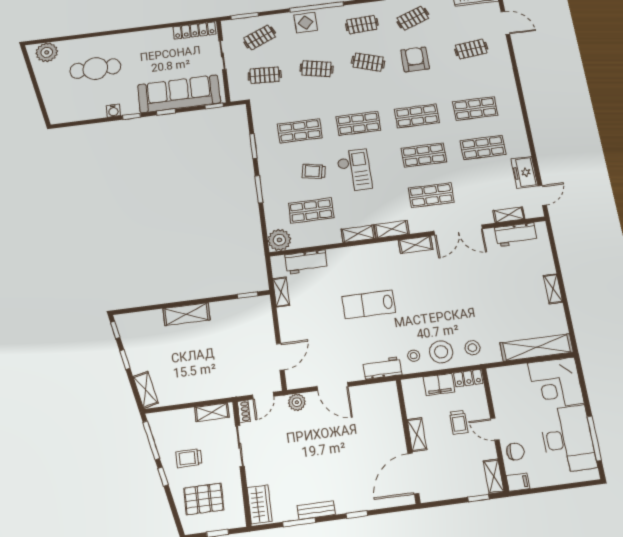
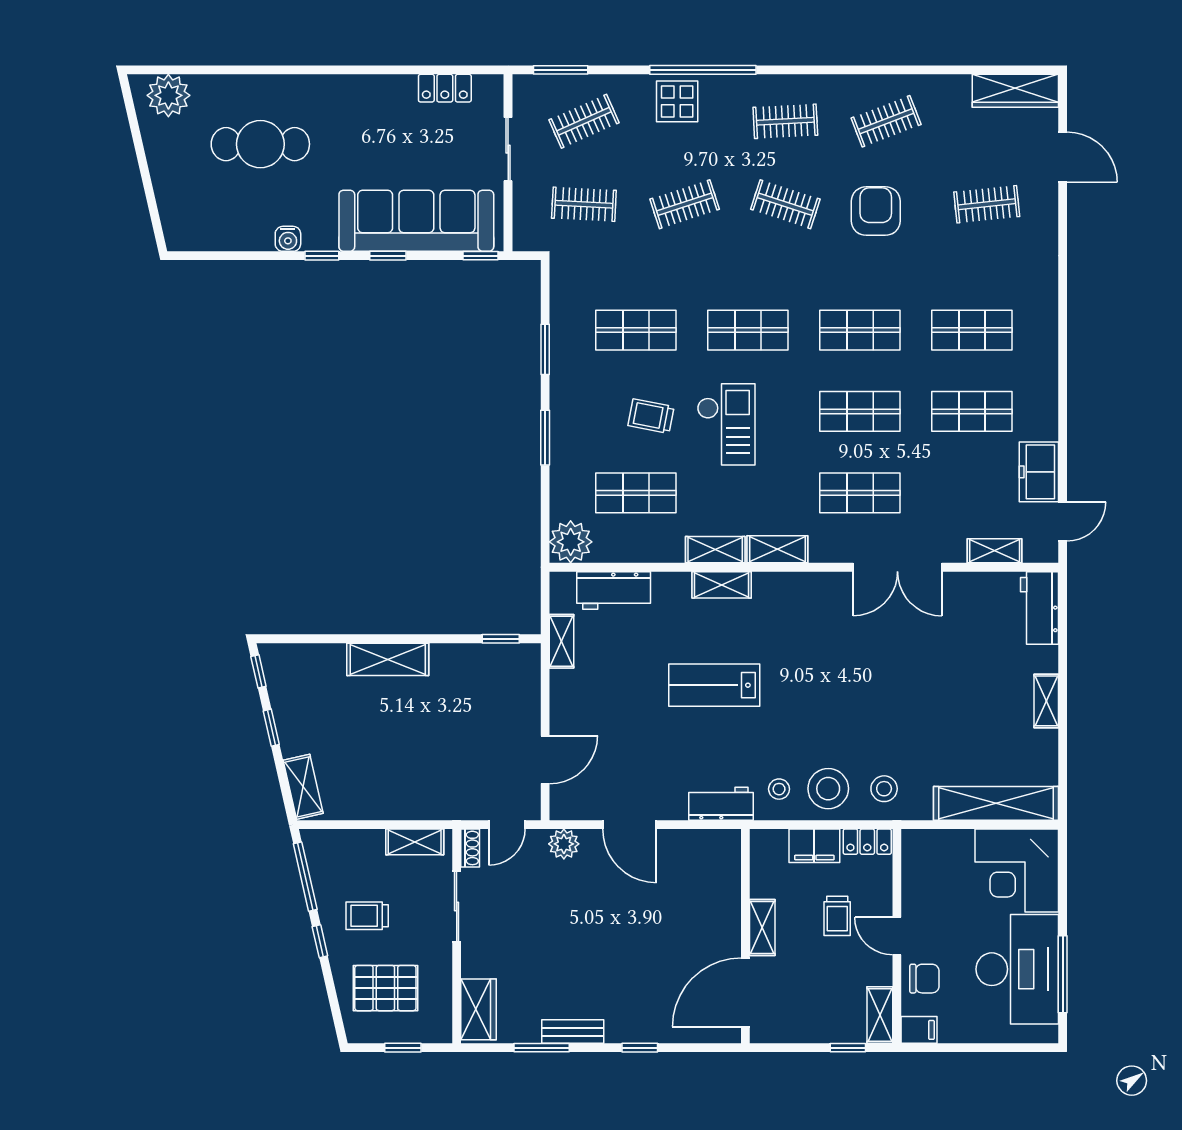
locker: (195, 30) -> (445, 88), width x0.66
clothes rail: (316, 69) -> (685, 204), turned -30
workbench: (516, 235) -> (1040, 608), moved, turned 90
shelving: (416, 245) -> (722, 585), moved

